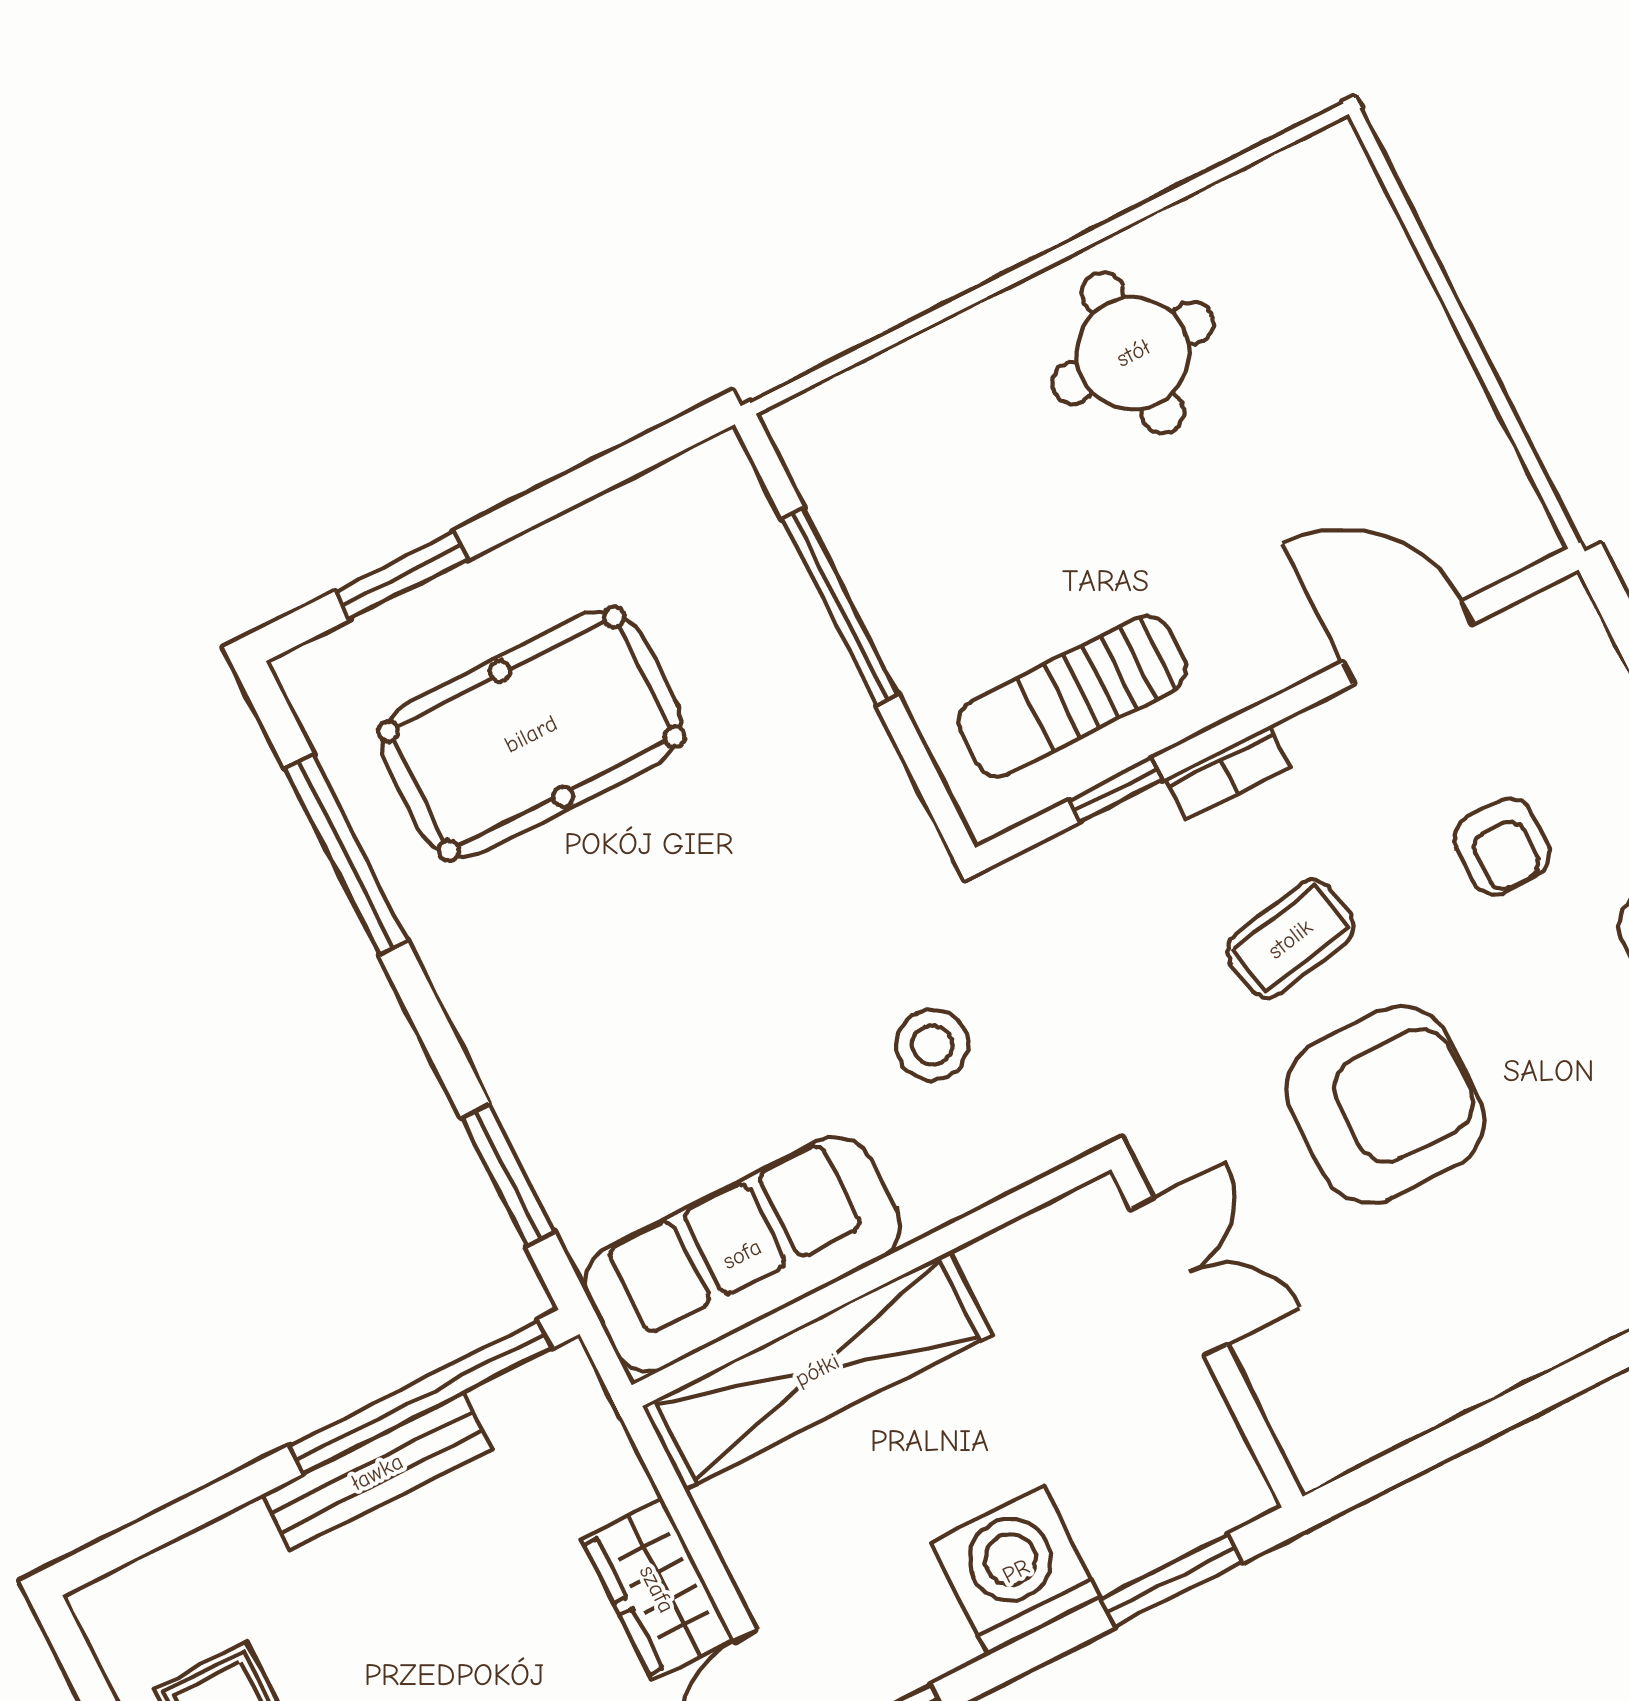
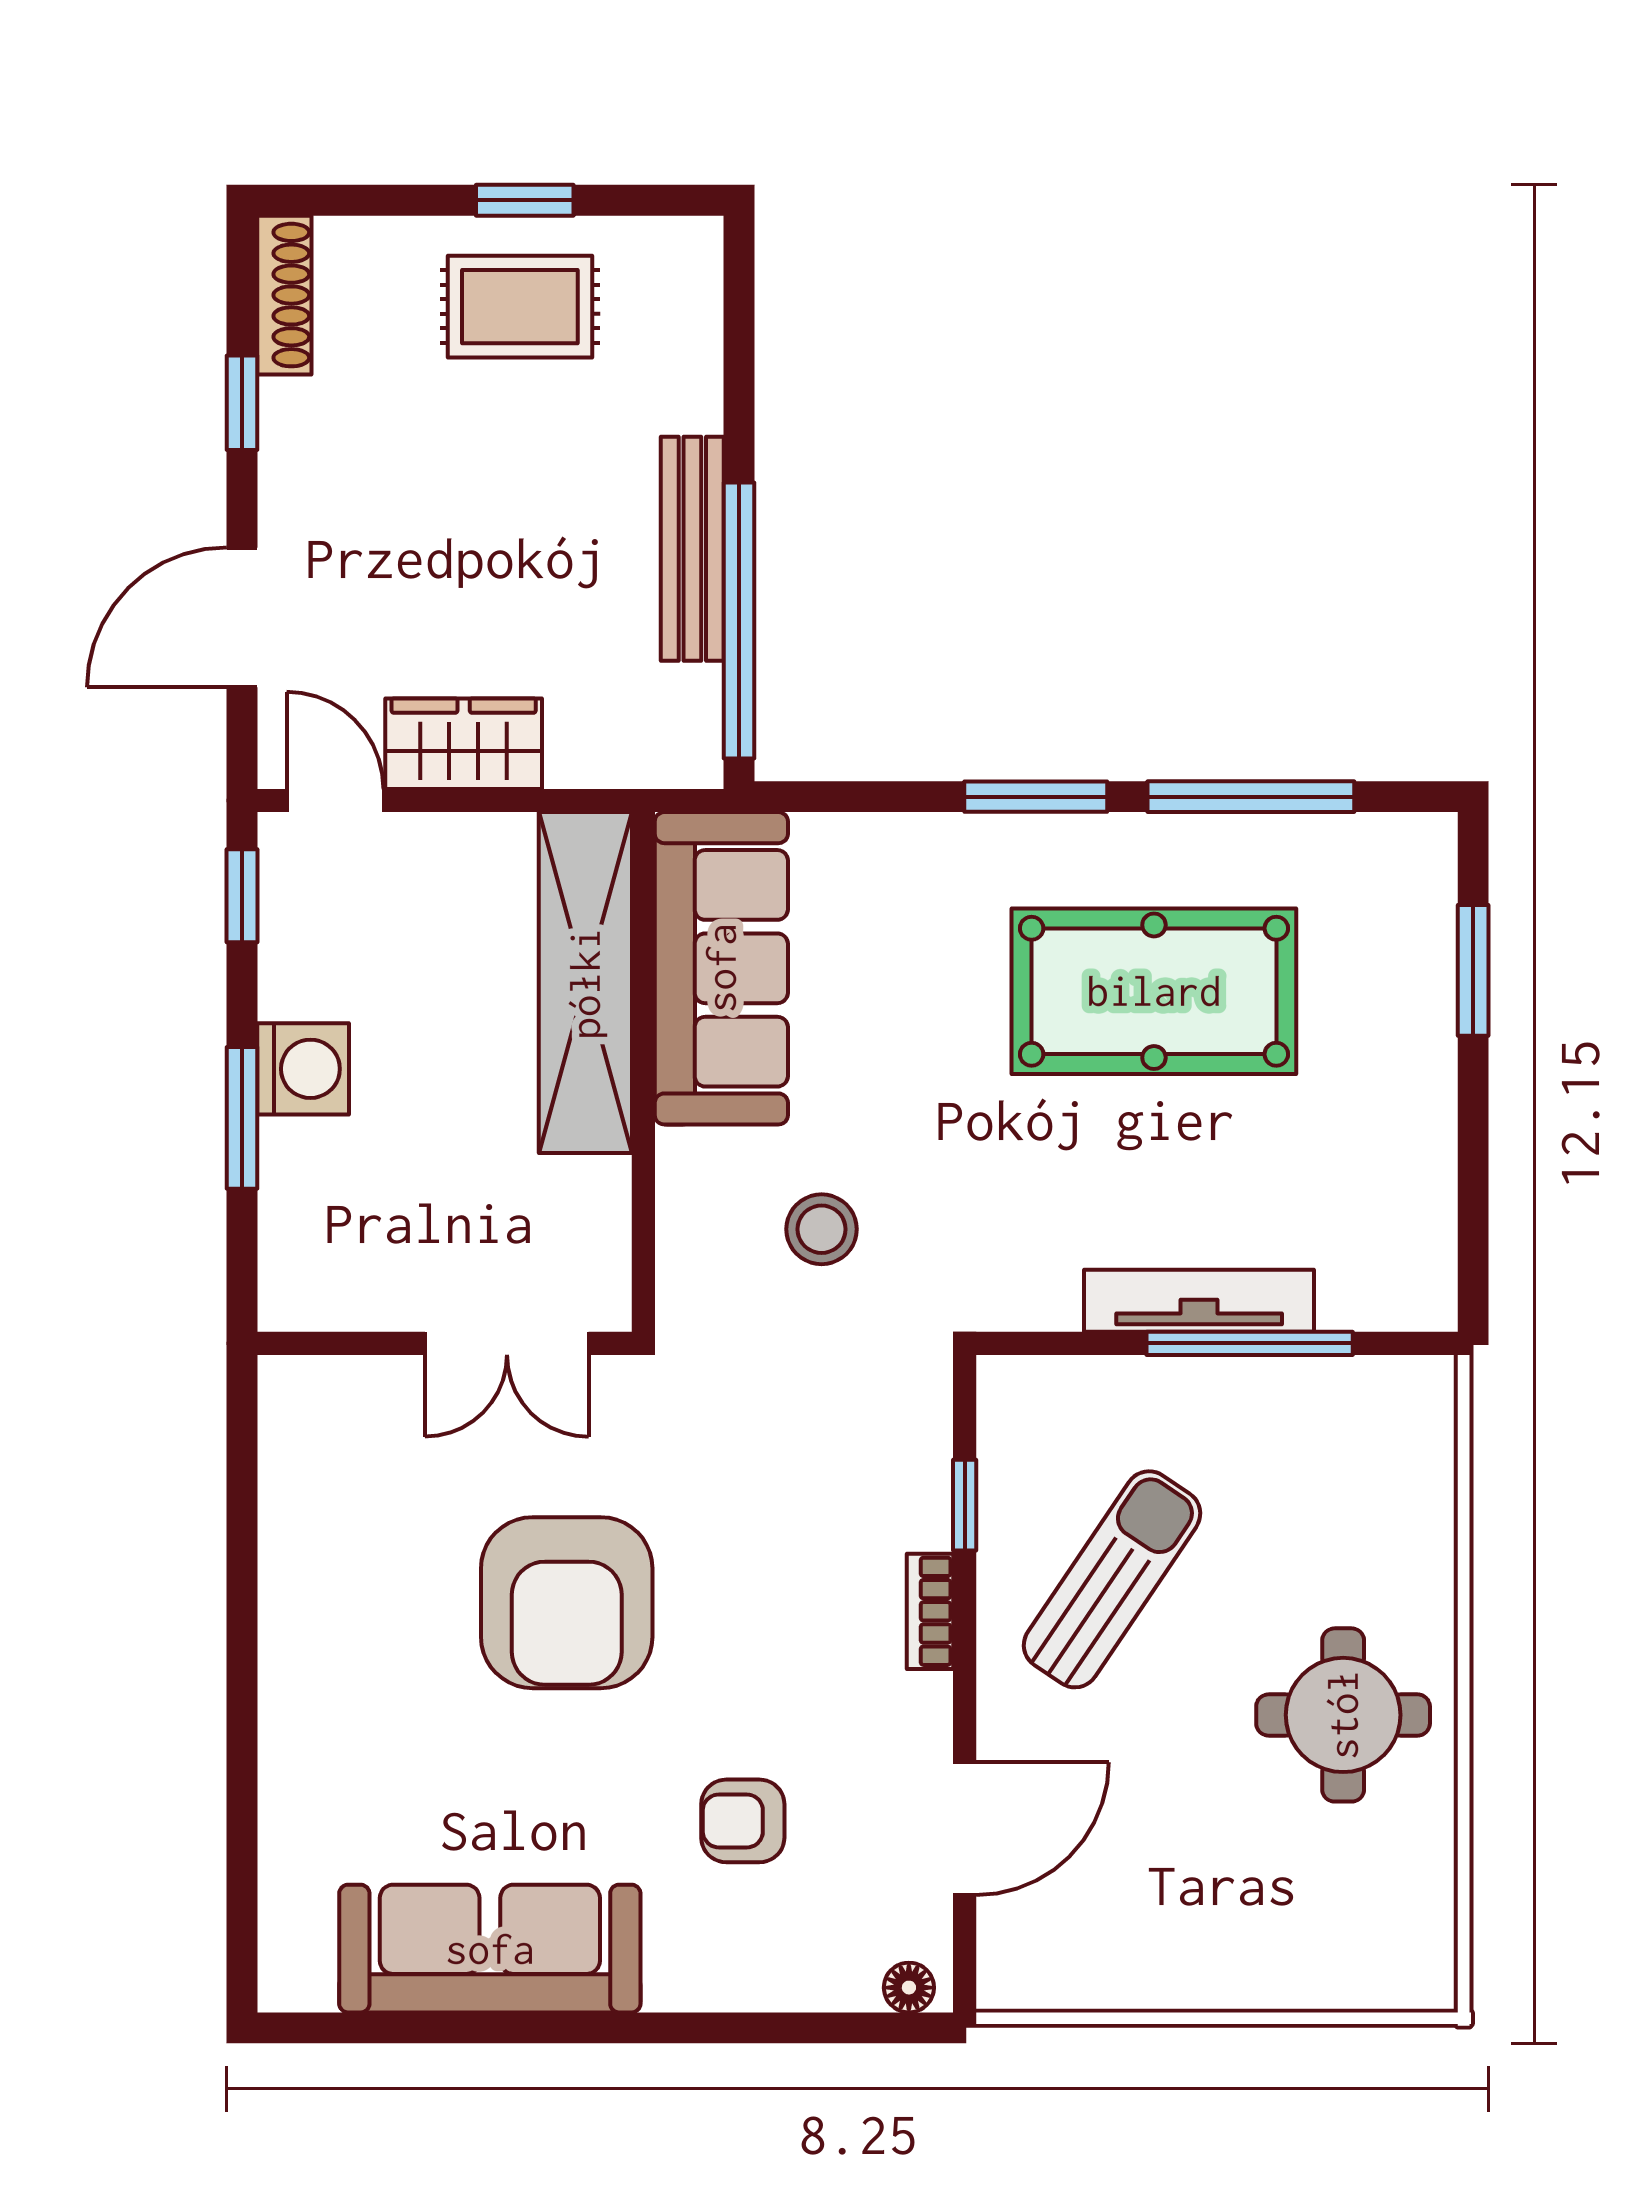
floor lamp: (1576, 621) -> (909, 1988), added
tv unit: (825, 672) -> (1199, 1301), added
sun lounger: (1073, 696) -> (1112, 1579), moved, turned 34
pool table: (531, 734) -> (1154, 991), moved, turned 90
coffee table: (1290, 939) -> (756, 1593), removed
window: (508, 1175) -> (1036, 797), moved
washing machine: (1016, 1571) -> (303, 1069), width x0.73, depth x0.73
window: (1171, 1581) -> (242, 1118), moved

